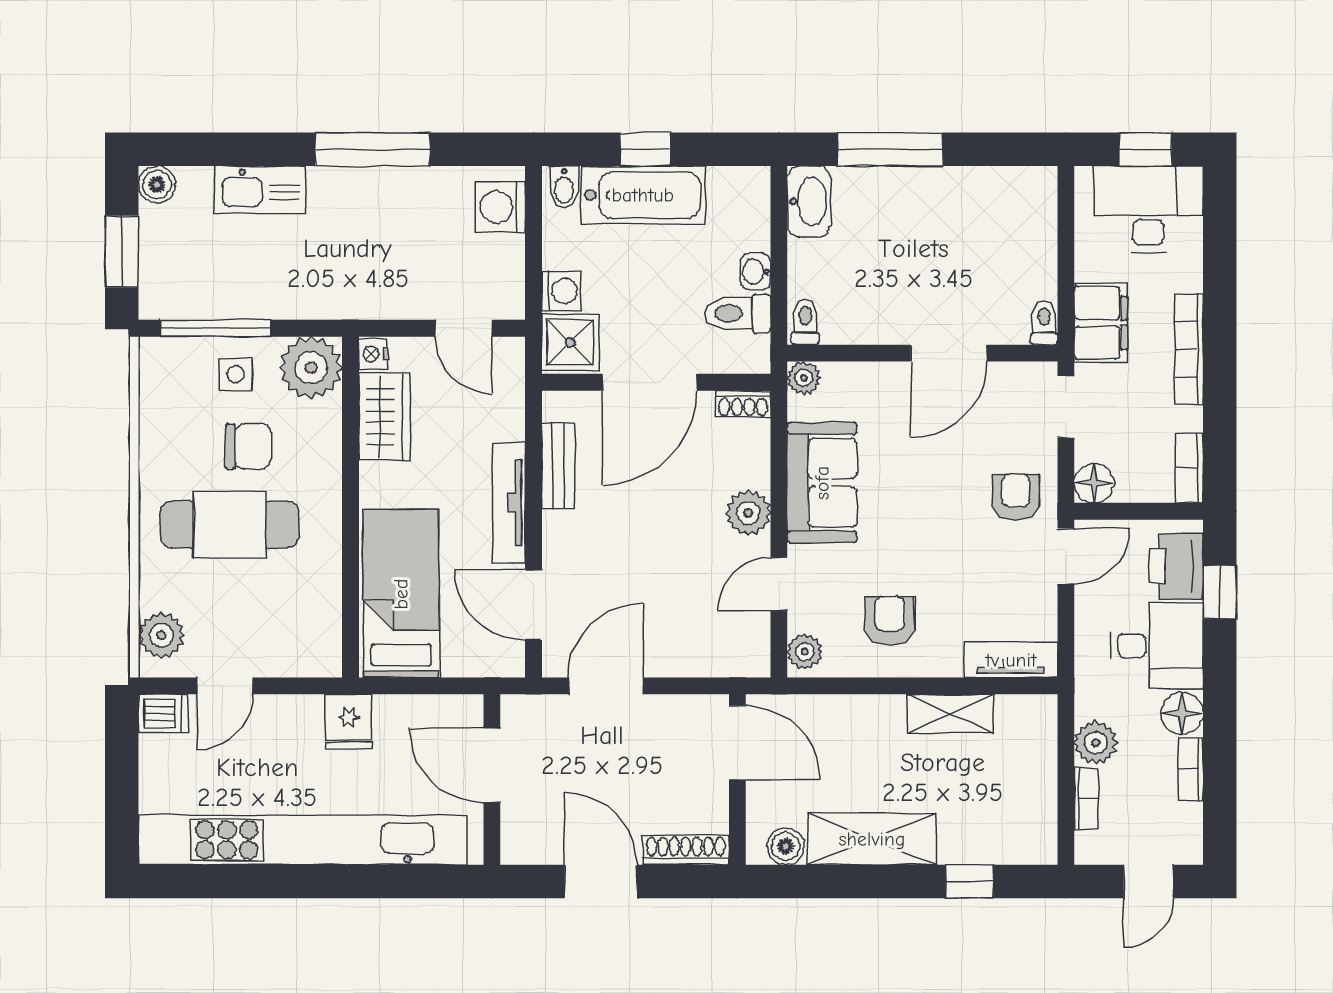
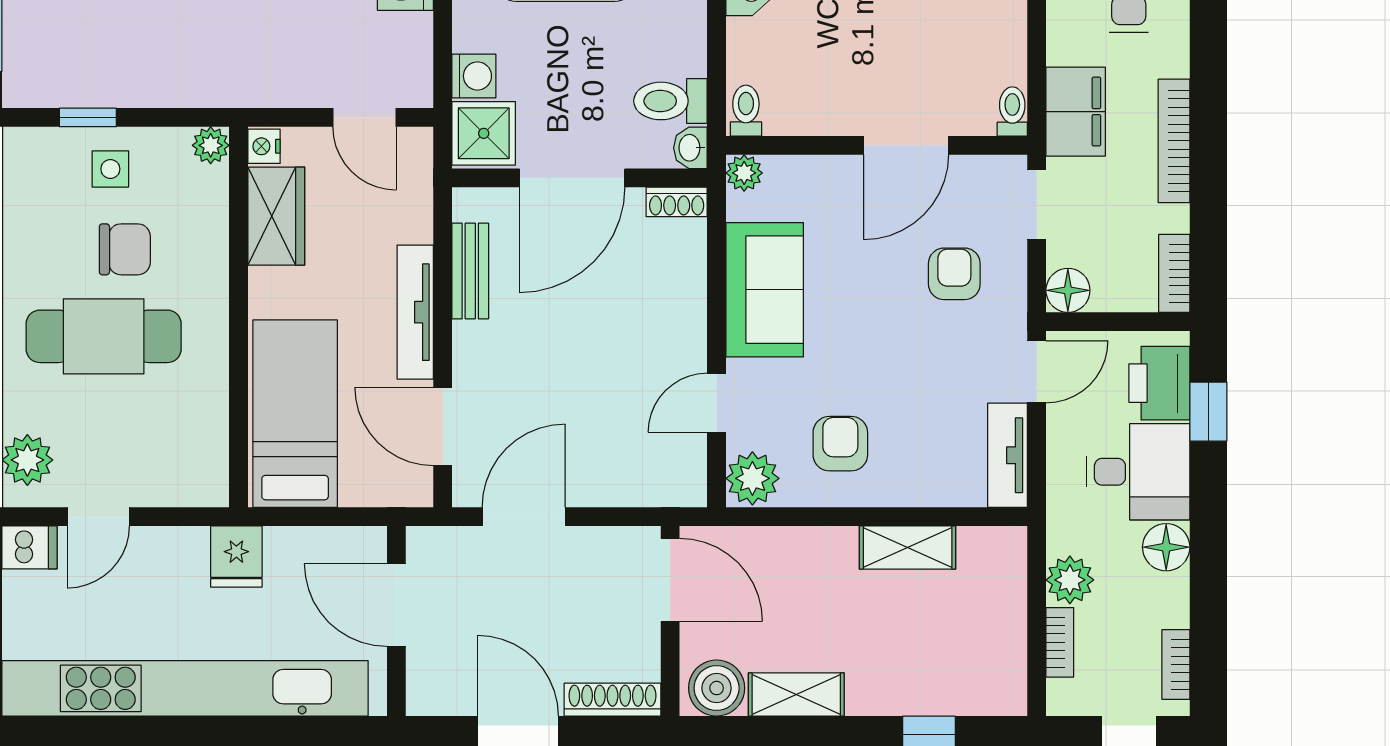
washbasin: (756, 271) -> (690, 148), moved
window: (215, 328) -> (88, 117), width x0.46
plant: (311, 368) -> (211, 145), width x0.53, depth x0.53
armchair: (1016, 497) -> (954, 274), moved
plant: (748, 513) -> (682, 324), removed
plant: (805, 652) -> (752, 478), width x1.38, depth x1.38
tv unit: (1011, 660) -> (1008, 455), moved, turned -90
bookcase: (1191, 769) -> (1176, 665), moved
shelving: (872, 839) -> (796, 695), width x0.67, depth x0.75
boiler: (786, 846) -> (717, 688), width x1.36, depth x1.36

